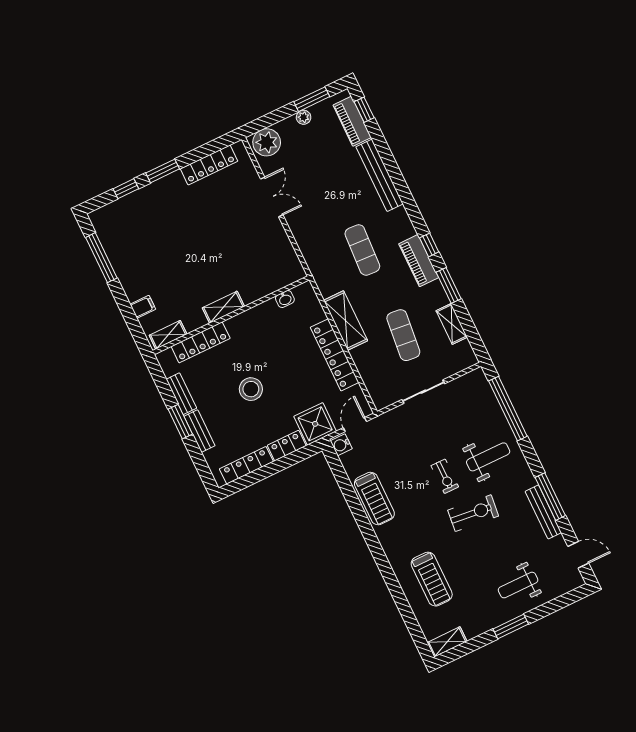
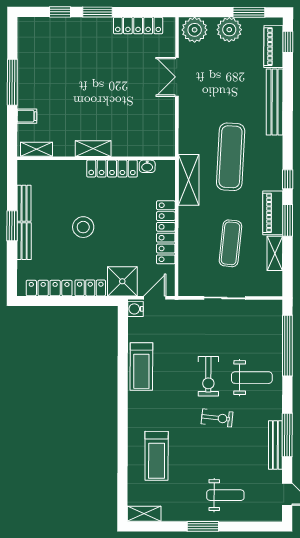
plant: (304, 117) -> (229, 30), width x1.88, depth x1.88
double door: (272, 197) -> (177, 77), swing flipped
exercise mat: (362, 250) -> (231, 157), width x1.36, depth x1.45
window: (101, 258) -> (12, 82), moved
piano: (419, 261) -> (273, 213), moved
shelving: (346, 321) -> (189, 180), moved
locker: (201, 342) -> (112, 169), moved
exercise bike: (445, 476) -> (208, 376), width x1.38, depth x1.39
exercise bike: (473, 513) -> (217, 418), width x0.73, depth x0.72
weight bench: (518, 585) -> (225, 495), turned 180

